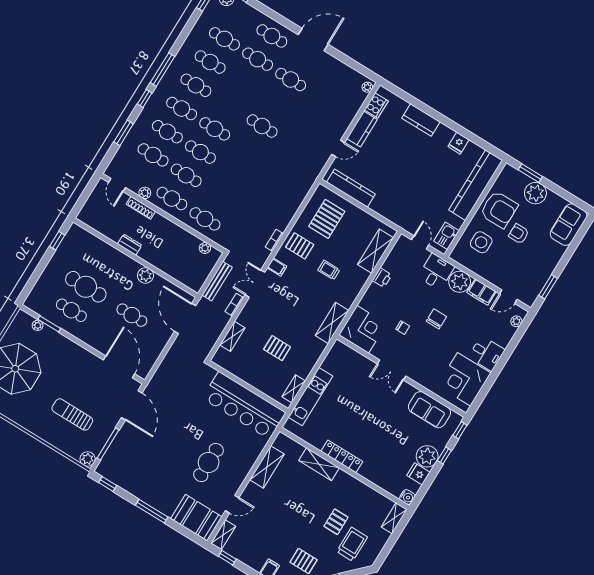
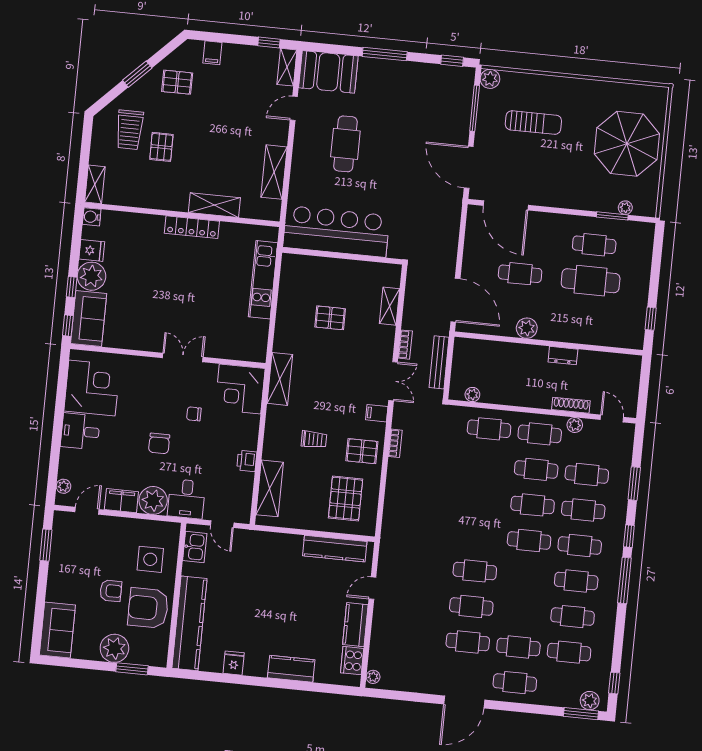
cafe table: (276, 103) -> (471, 606), added
shelving: (294, 389) -> (287, 279), removed
sofa: (429, 410) -> (89, 318), moved, turned 90

